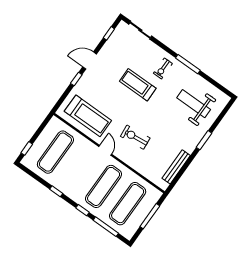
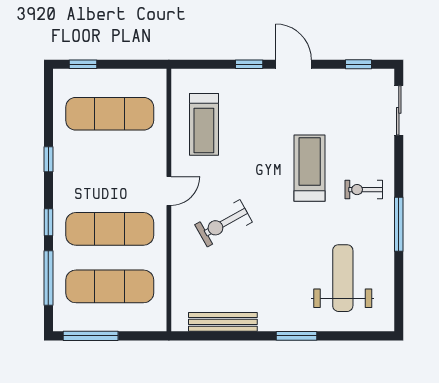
treadmill: (88, 116) -> (204, 124), width x0.73, depth x0.73
exercise bike: (135, 137) -> (224, 223), turned -113
window: (150, 216) -> (91, 336), moved

